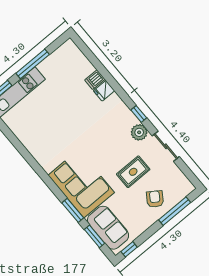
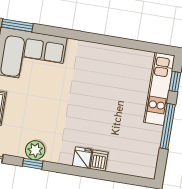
plant: (139, 132) -> (35, 150), moved

